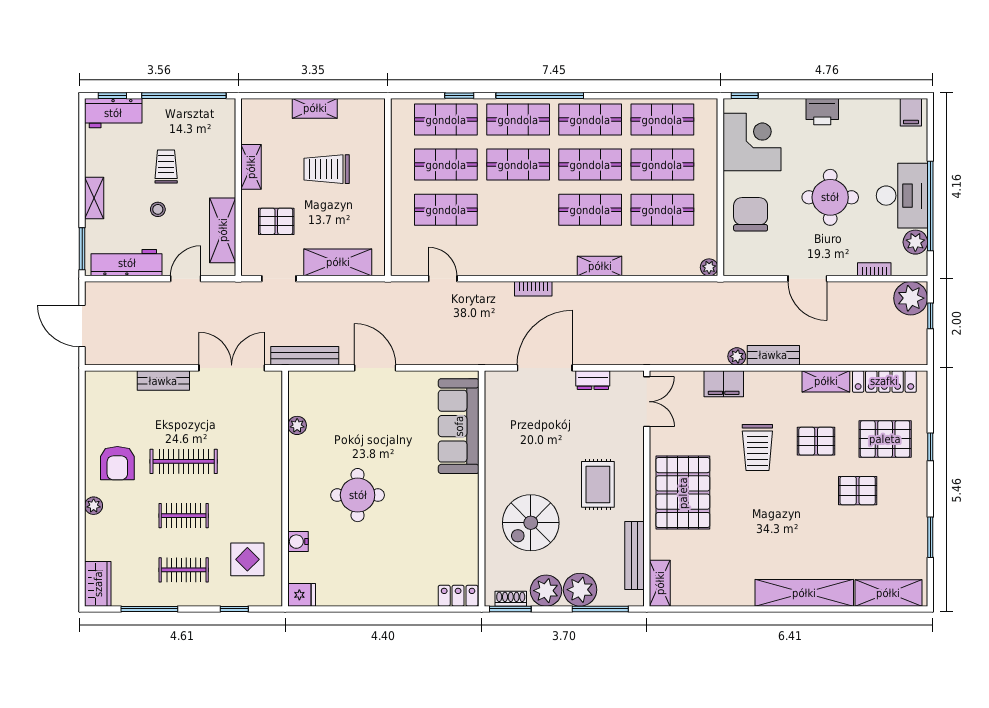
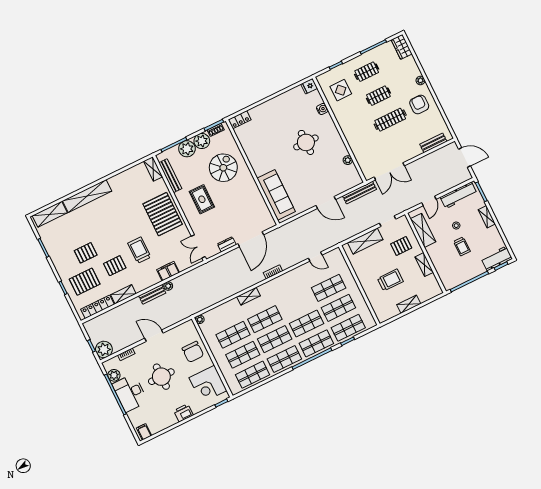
bench: (163, 381) -> (433, 143), moved

